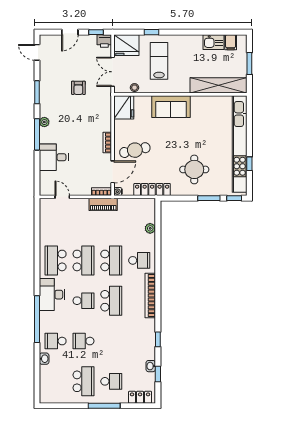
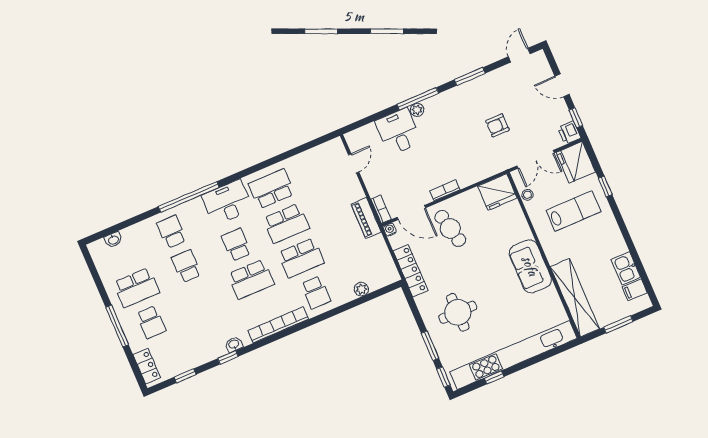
double door: (113, 72) -> (535, 159), swing flipped
sofa: (171, 107) -> (530, 266), moved
plant: (44, 122) -> (417, 110), moved
school desk: (83, 301) -> (236, 245), turned 180
washbasin: (44, 359) -> (113, 240), moved
washbasin: (151, 366) -> (234, 344), moved

